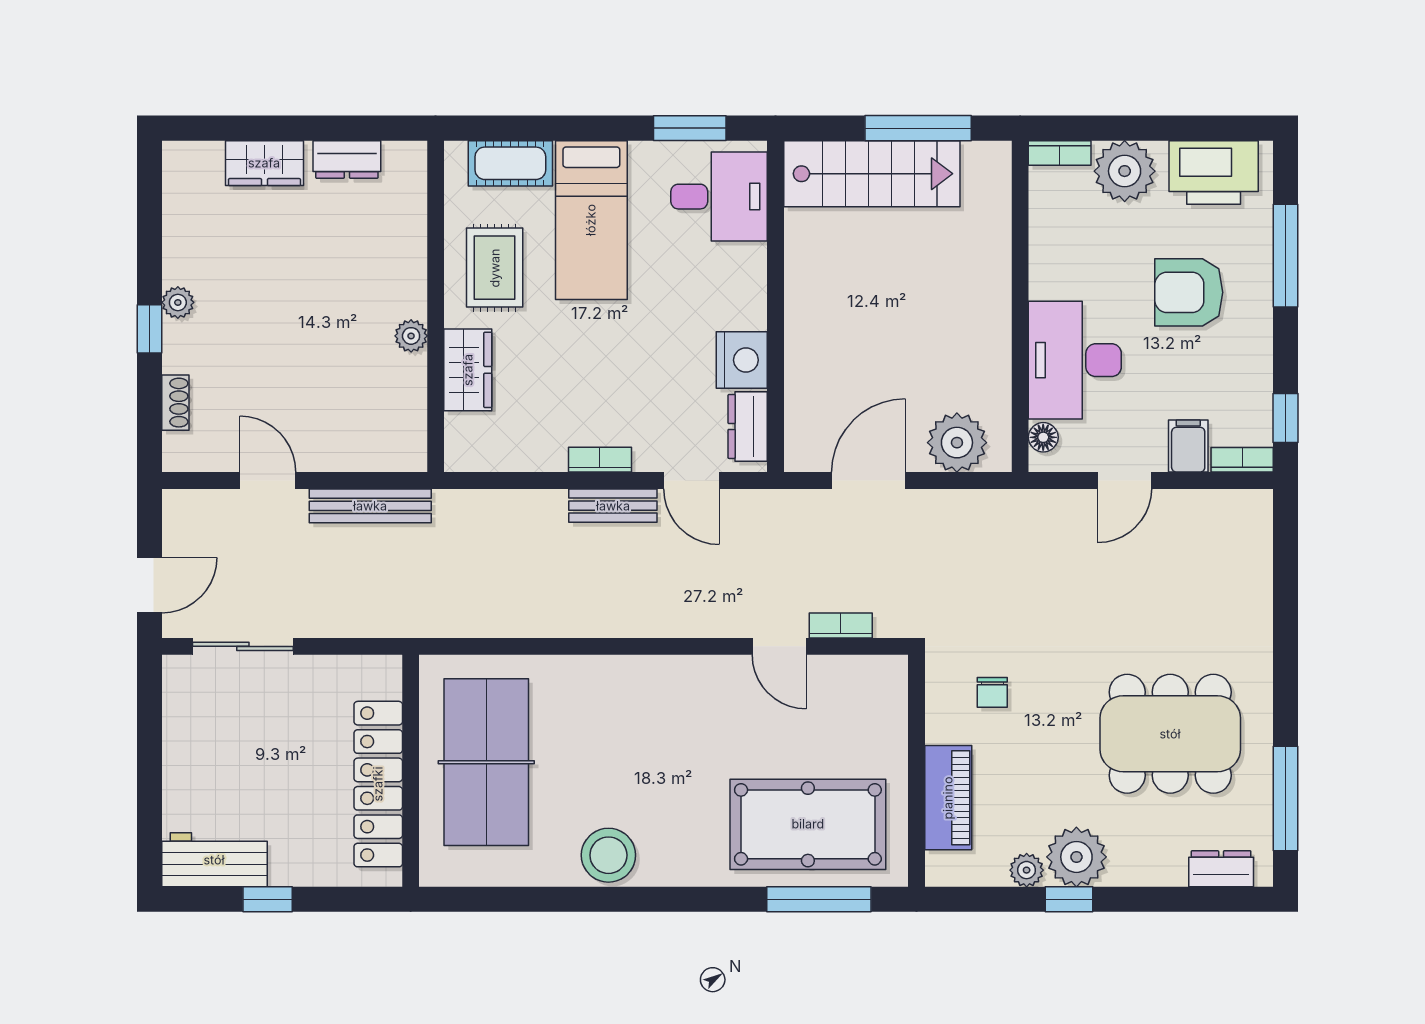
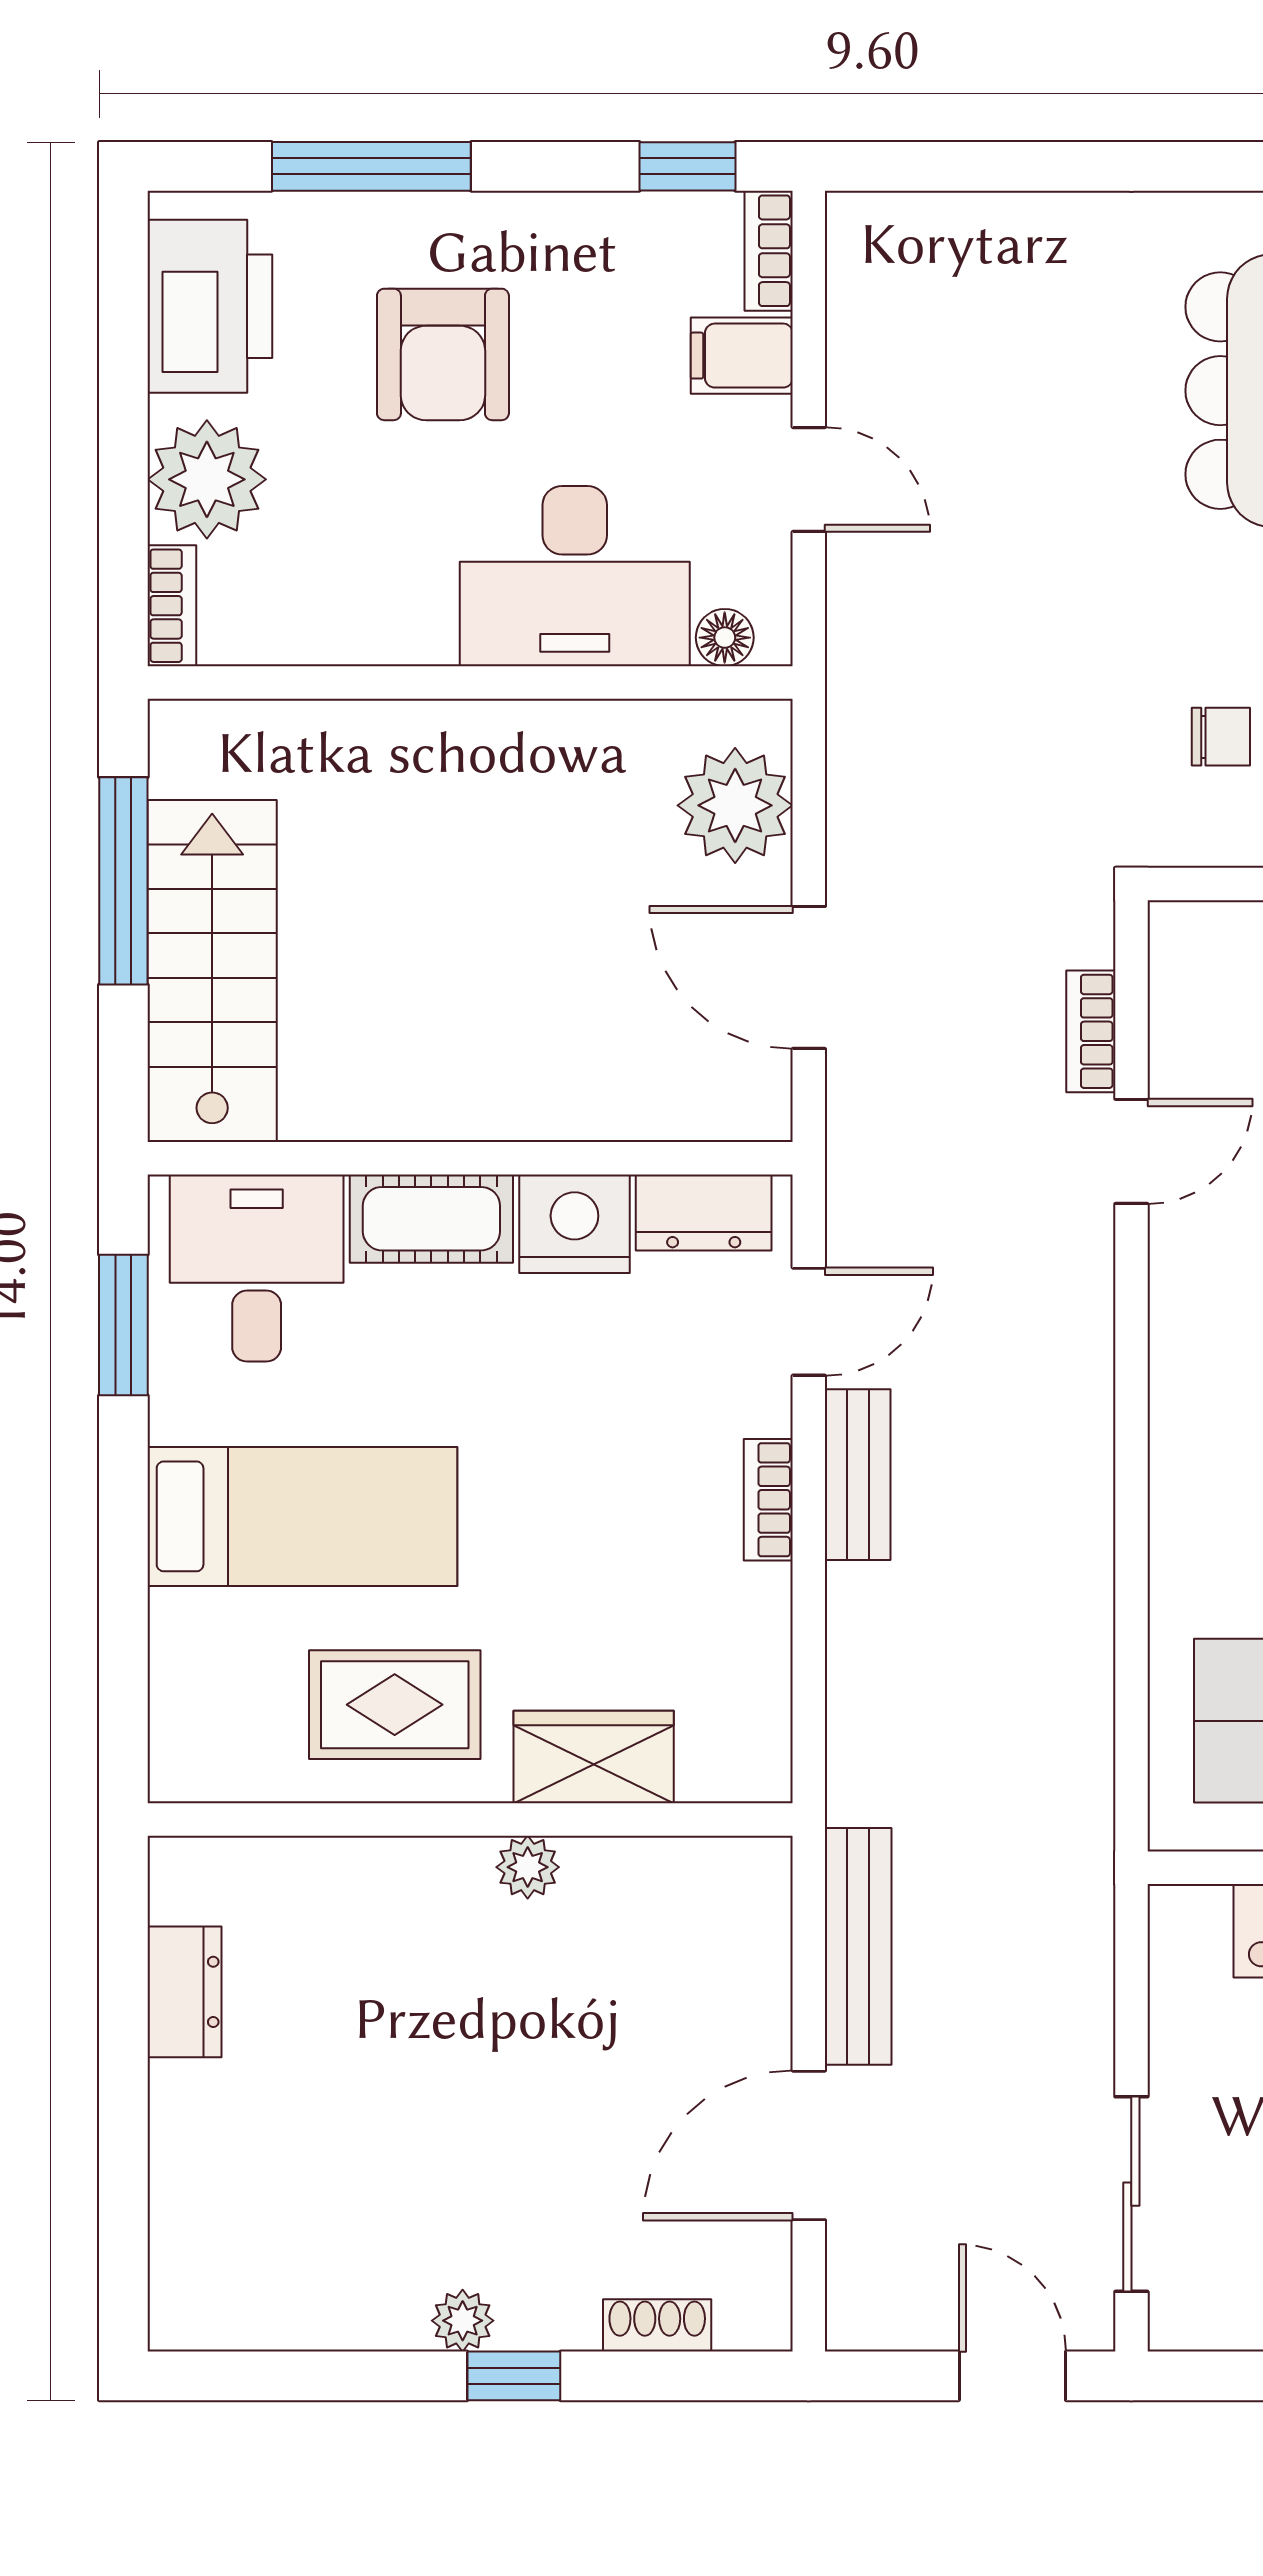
wardrobe: (264, 163) -> (192, 2152), removed
cot: (510, 163) -> (431, 1219), moved, turned 90
door: (268, 481) -> (809, 2145), width x1.38

